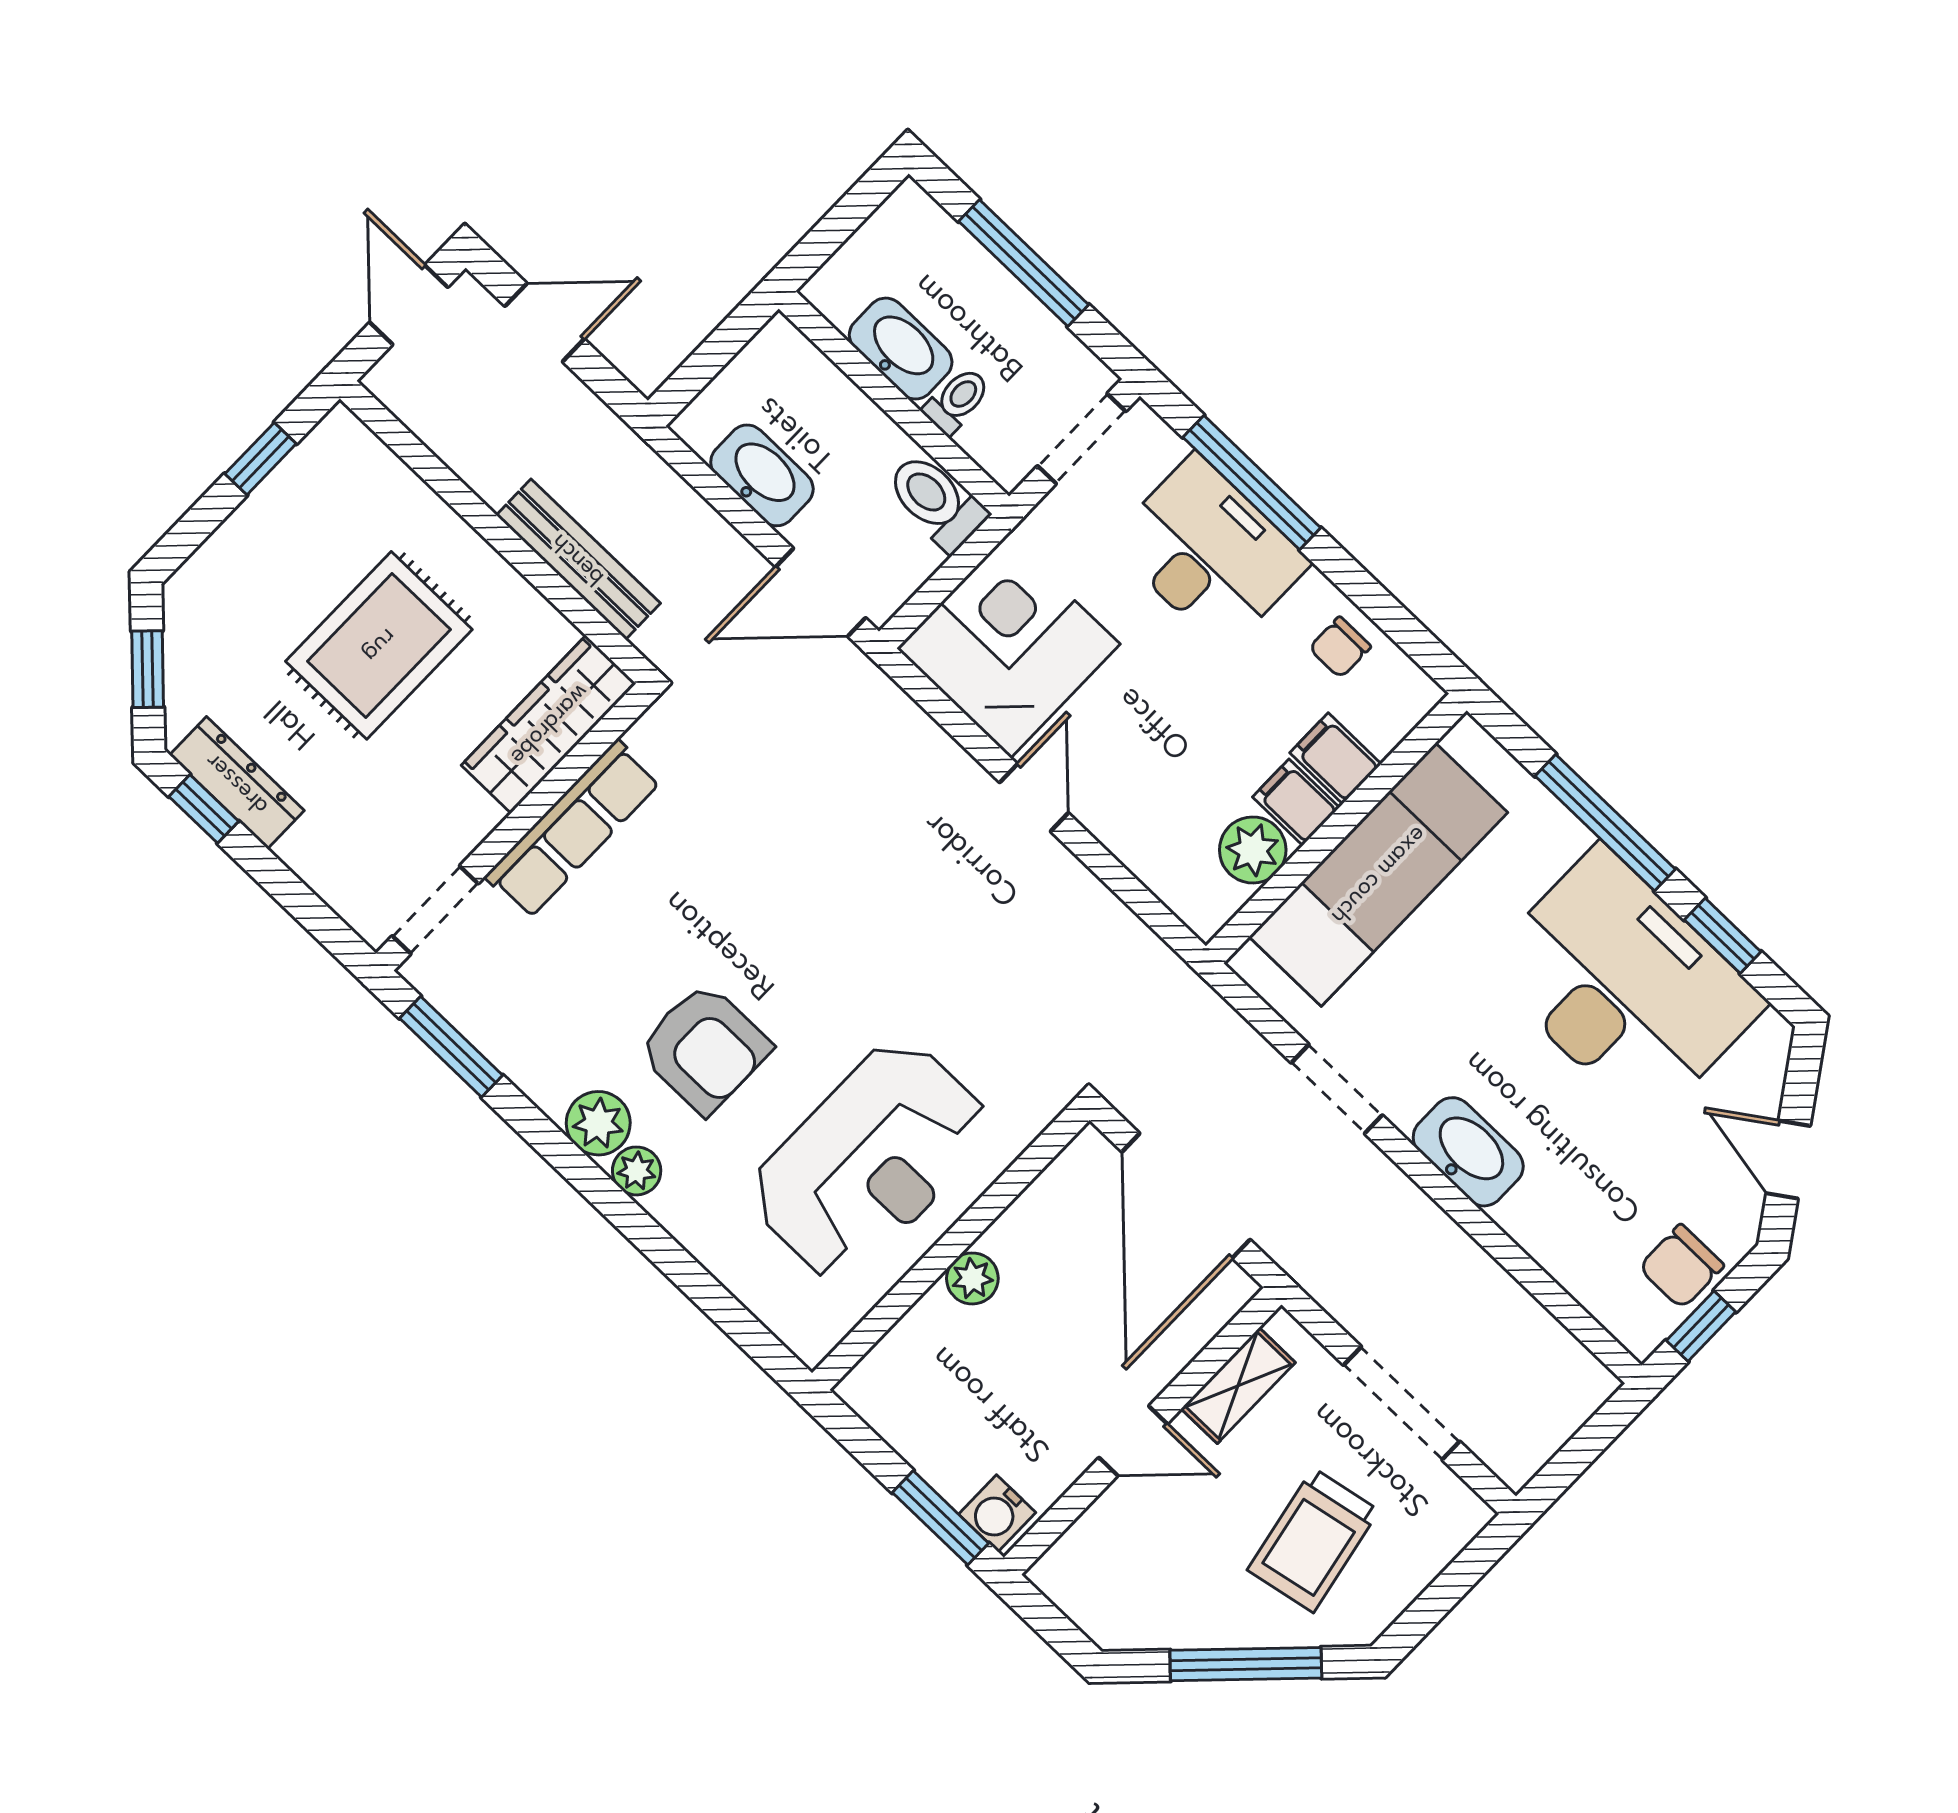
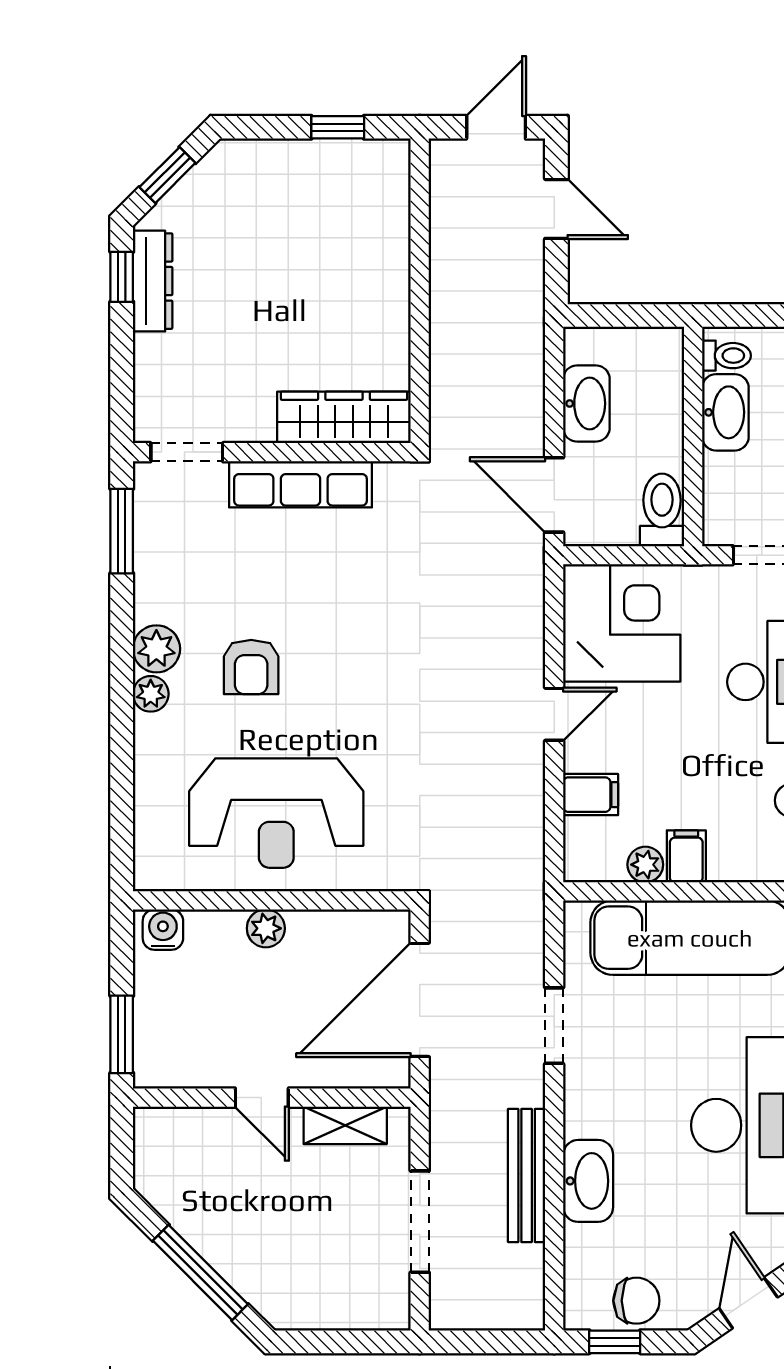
toilet: (957, 401) -> (726, 356), moved
bench: (578, 559) -> (527, 1175), moved
rug: (379, 645) -> (299, 286), removed
filing cabinet: (1335, 758) -> (591, 795), moved, turned 90
plant: (1253, 850) -> (645, 865), width x0.73, depth x0.73
armchair: (704, 1048) -> (251, 667), width x0.72, depth x0.72
washbasin: (1468, 1152) -> (588, 1181), moved
chair: (1681, 1266) -> (636, 1301), turned 180
water cooler: (997, 1513) -> (163, 930), moved, turned 90
trolley: (1313, 1540) -> (301, 1245), removed

